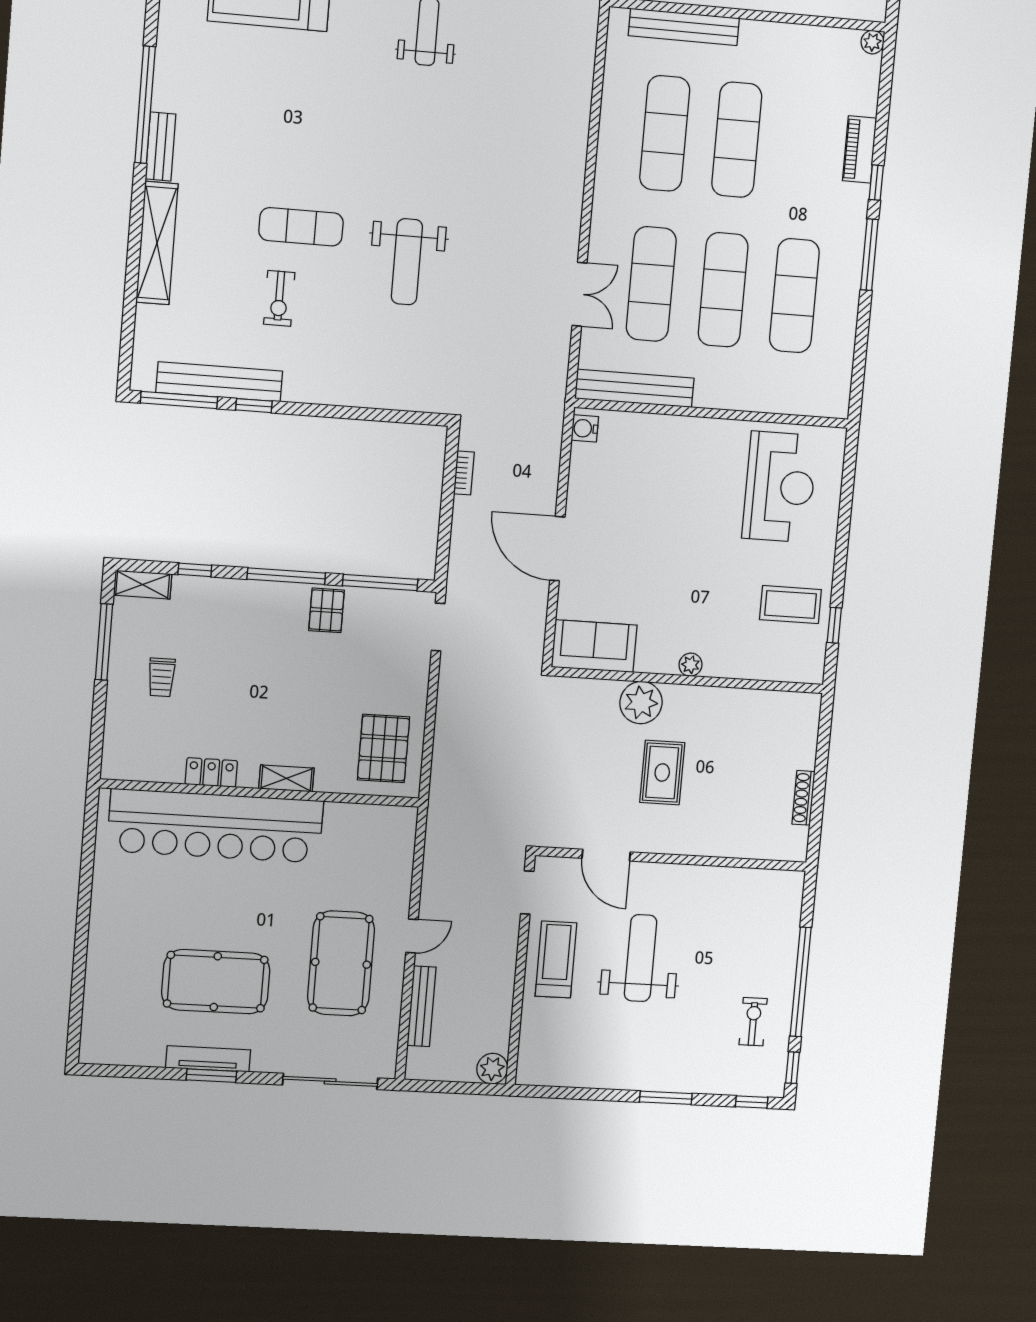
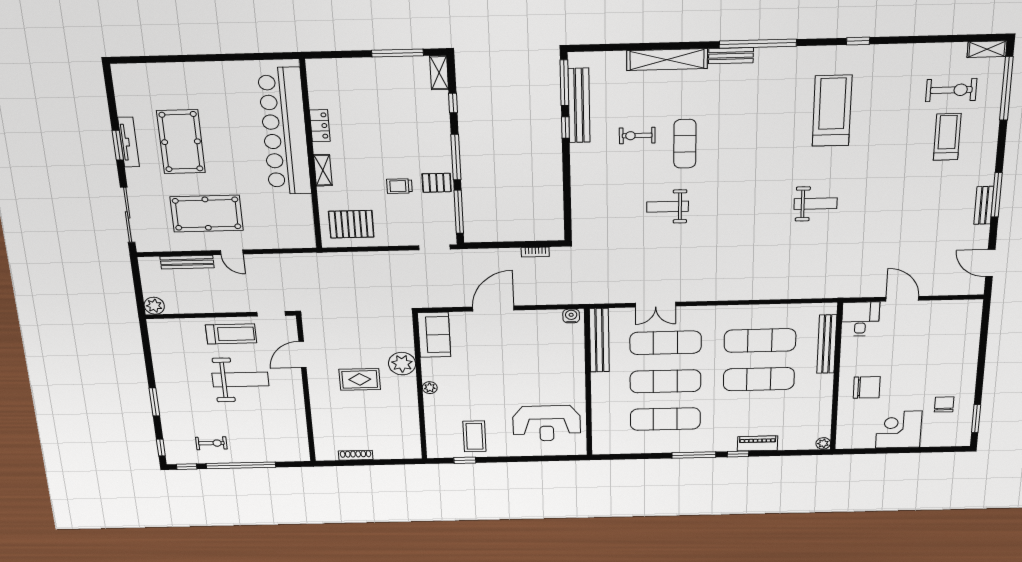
weight bench: (407, 262) -> (668, 207), width x0.73, depth x0.75
trolley: (161, 677) -> (400, 186), moved

